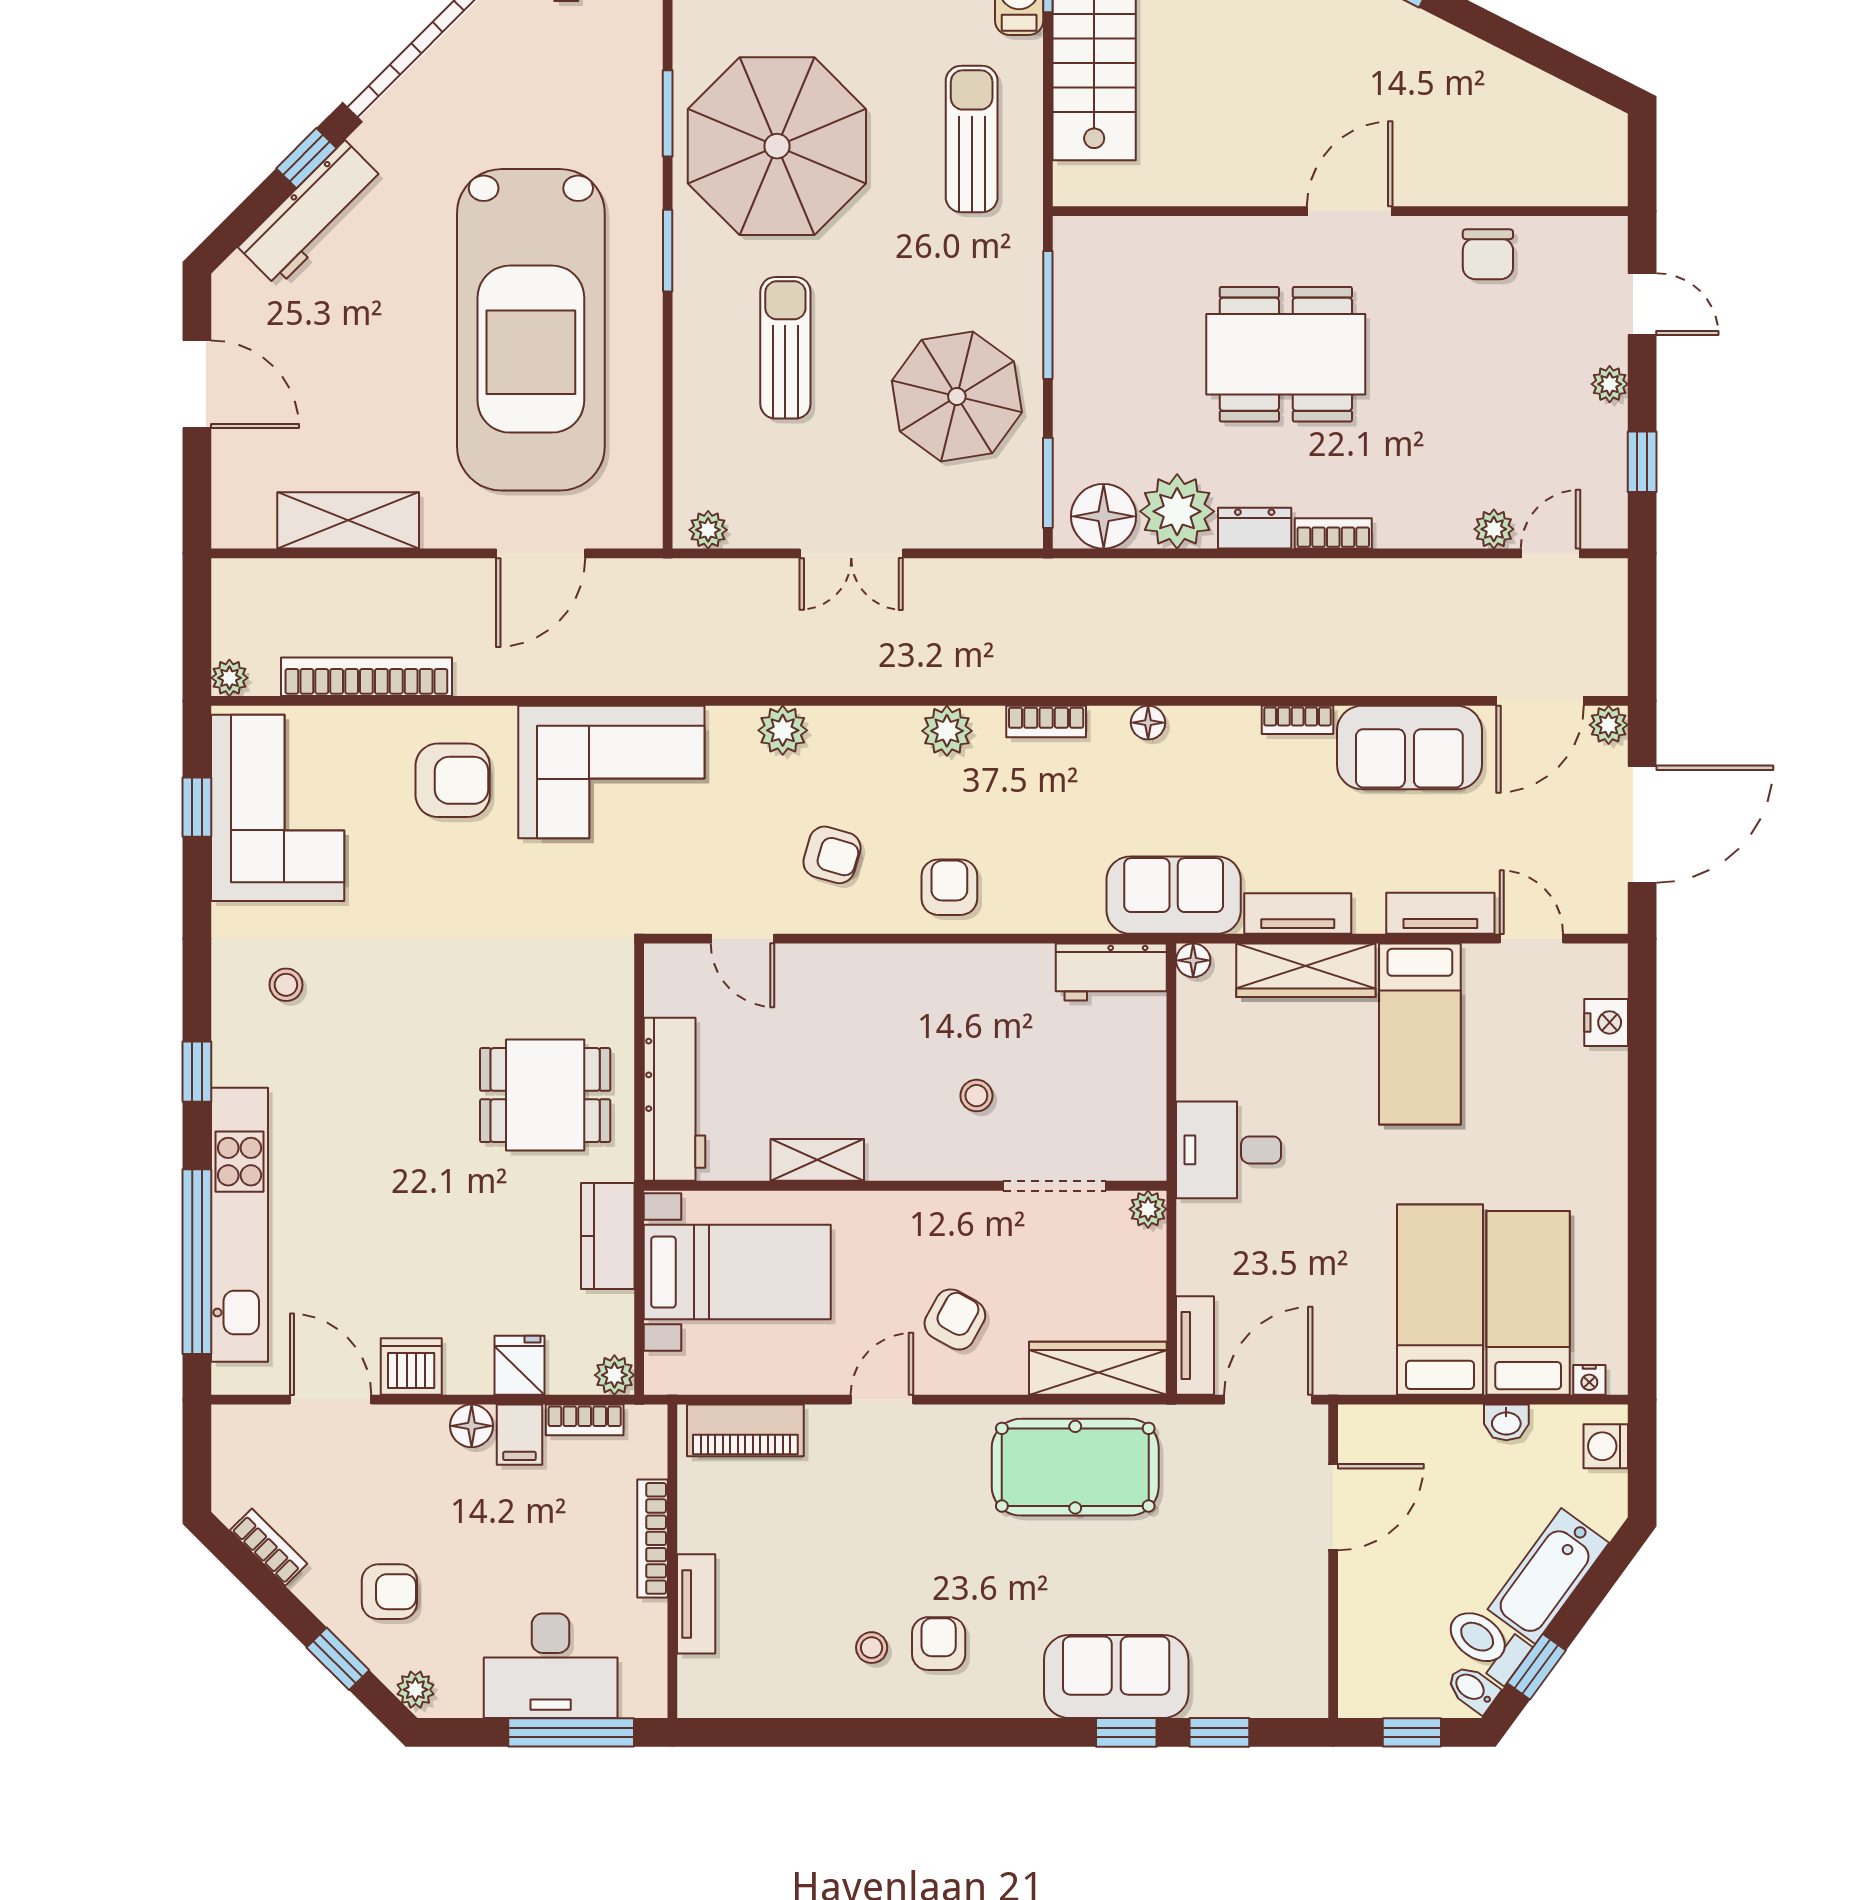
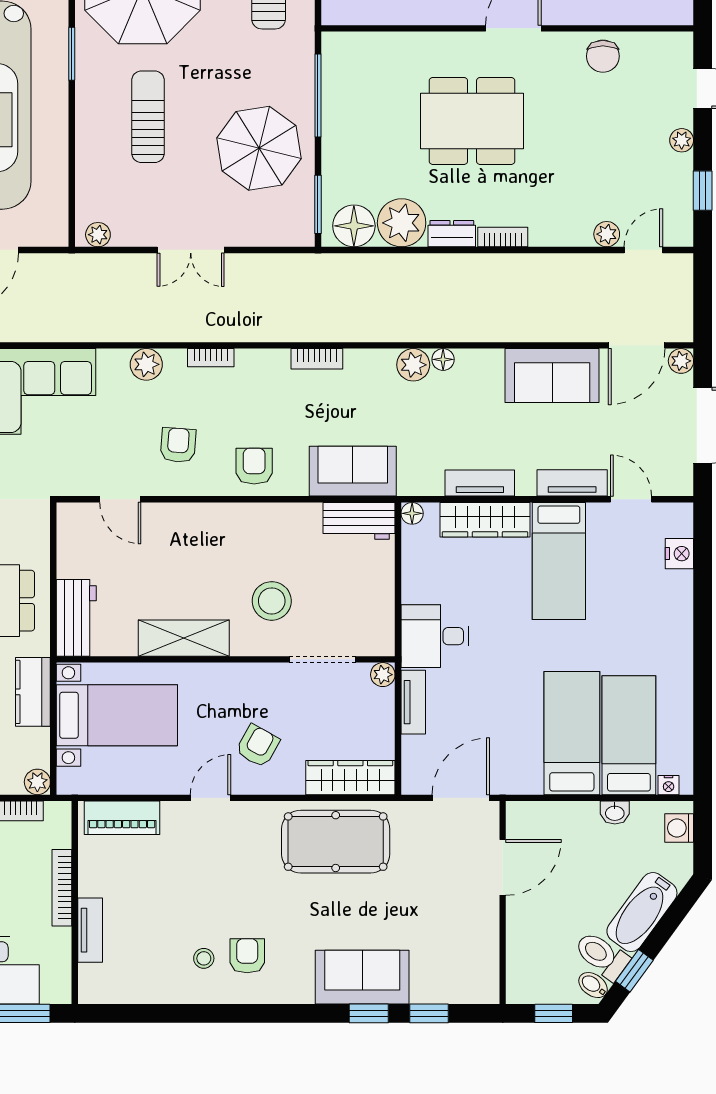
bookcase: (1298, 720) -> (211, 358), moved
floor lamp: (1148, 723) -> (443, 359), moved
plant: (947, 731) -> (413, 365), moved
armchair: (832, 855) -> (178, 445), turned -102
sofa: (1174, 895) -> (353, 471), moved
stool: (976, 1096) -> (272, 601), width x1.89, depth x1.89
workbench: (674, 1099) -> (76, 618), width x0.73
shelving: (817, 1160) -> (184, 638), width x1.50, depth x1.33
tv unit: (1195, 1346) -> (413, 702), moved

